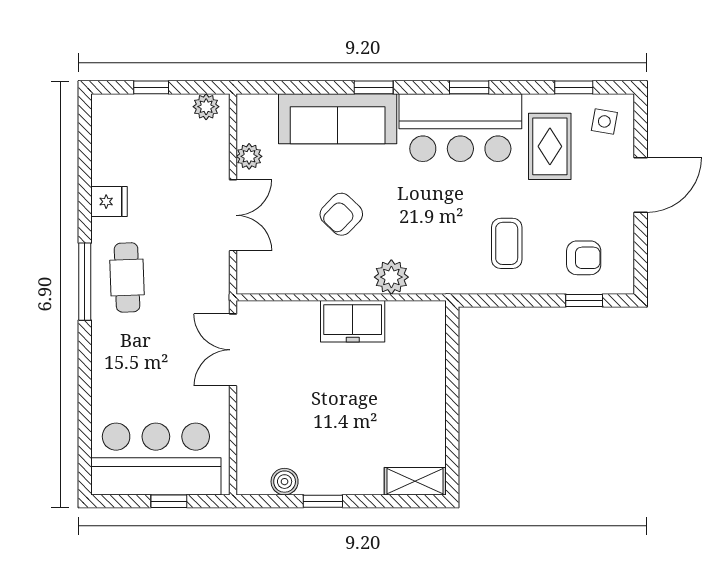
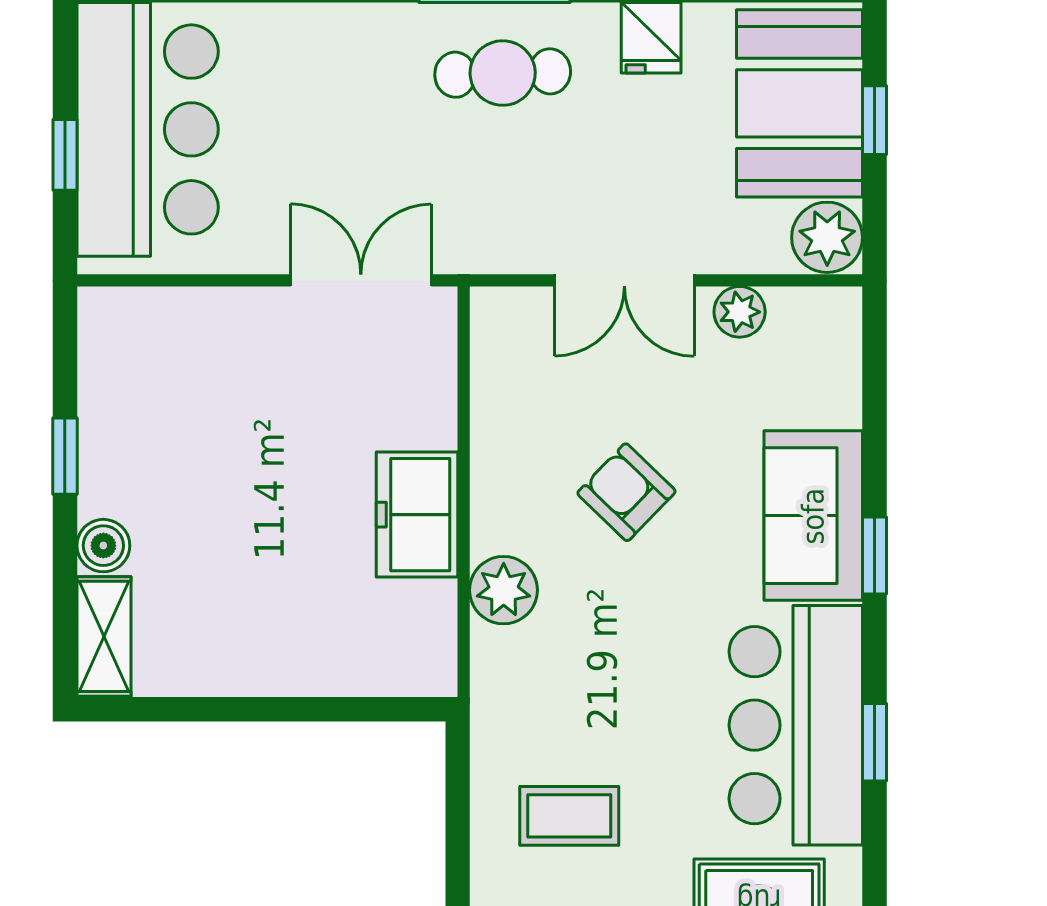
plant: (206, 107) -> (827, 237), width x1.38, depth x1.38
sofa: (338, 119) -> (813, 516), width x0.73
booth: (143, 126) -> (800, 103), added
boiler: (285, 482) -> (103, 546), moved

